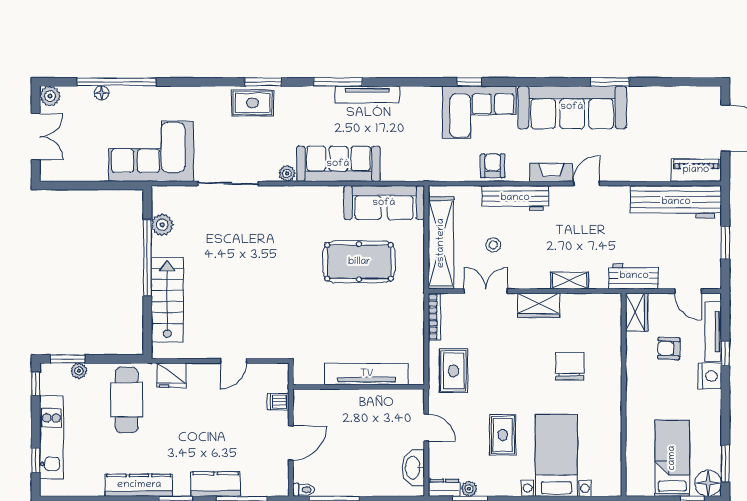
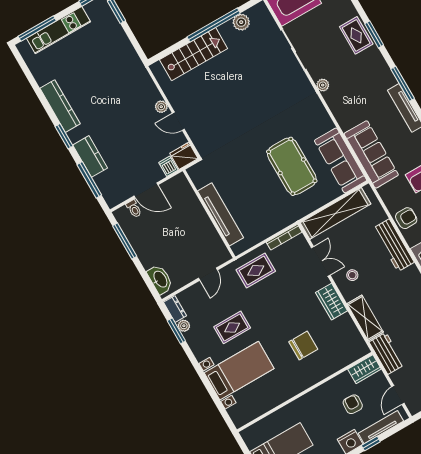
sofa: (338, 164) -> (371, 154), moved
stool: (493, 245) -> (352, 275), moved
shelving: (570, 281) -> (365, 318), width x1.50, depth x1.33
plant: (79, 371) -> (161, 107), moved
fridge: (171, 375) -> (184, 156), moved, turned 90
cafe table: (127, 400) -> (112, 65), removed
window: (36, 460) -> (37, 28), width x2.17
washbasin: (413, 468) -> (160, 279), moved, turned 90
toilet: (304, 490) -> (134, 209), moved

